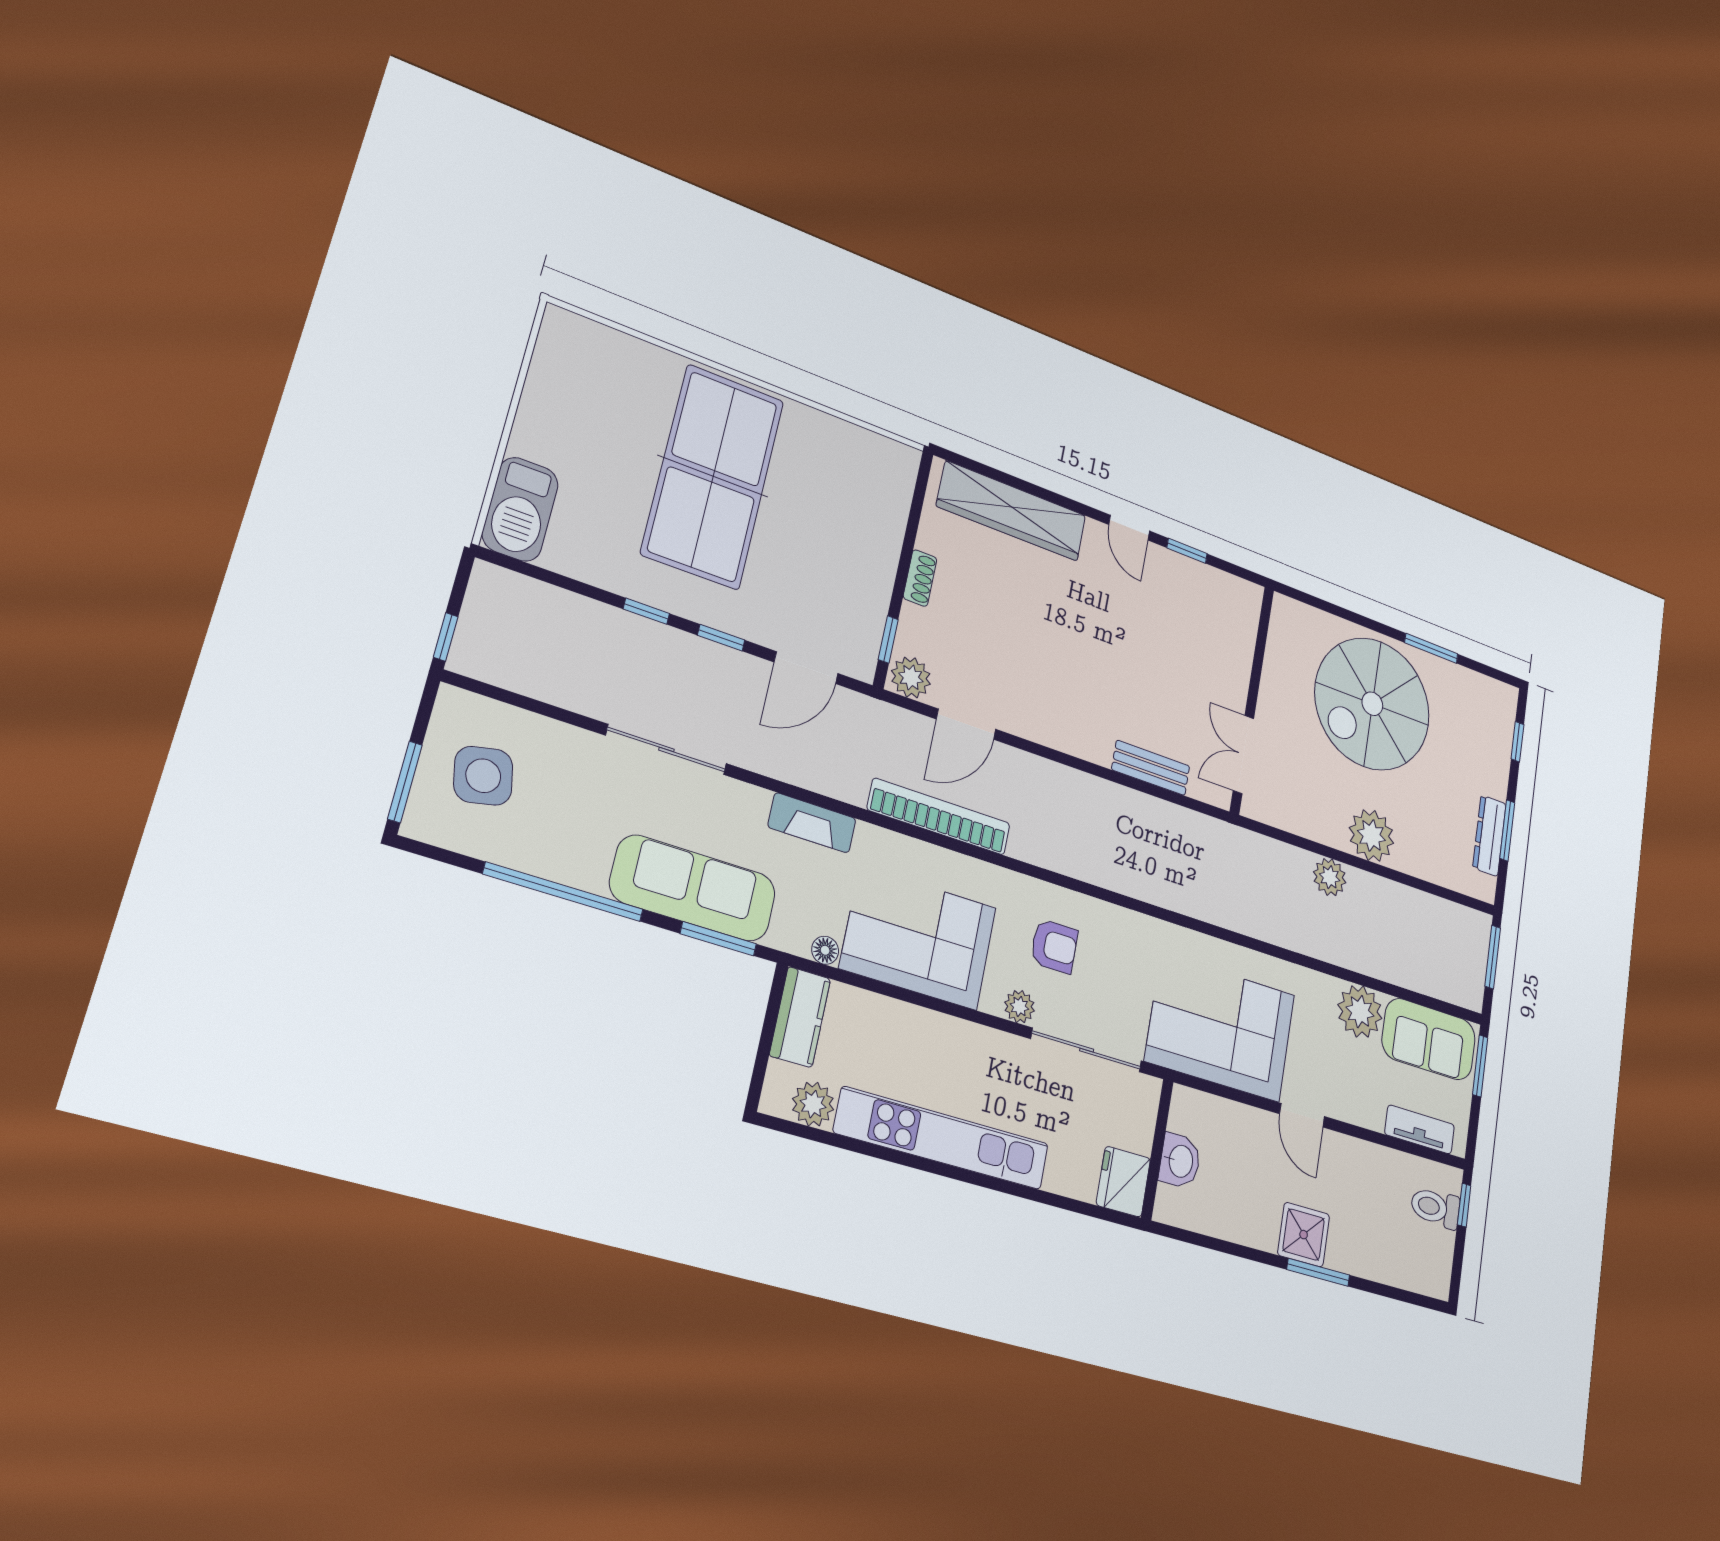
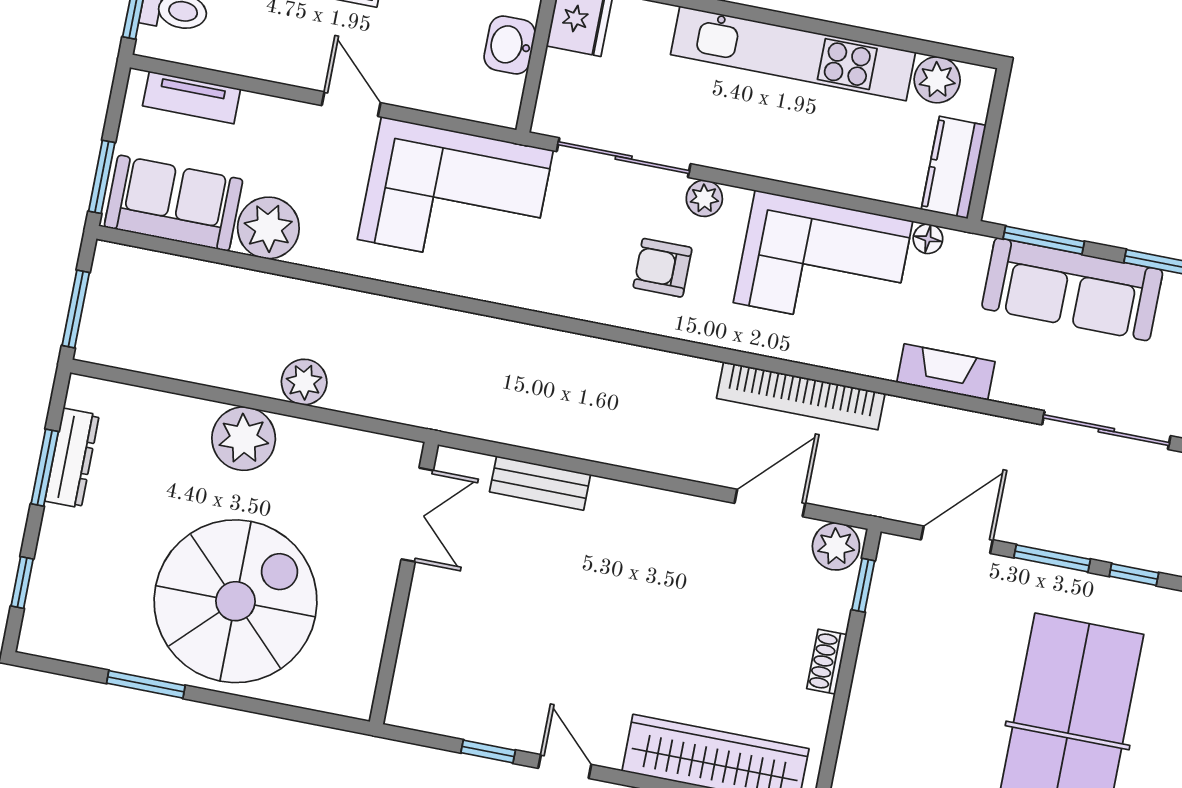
window: (721, 638) -> (1052, 558), width x1.50

